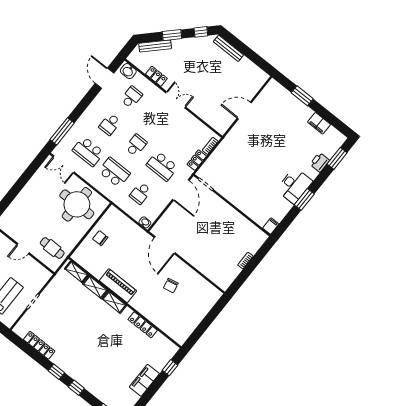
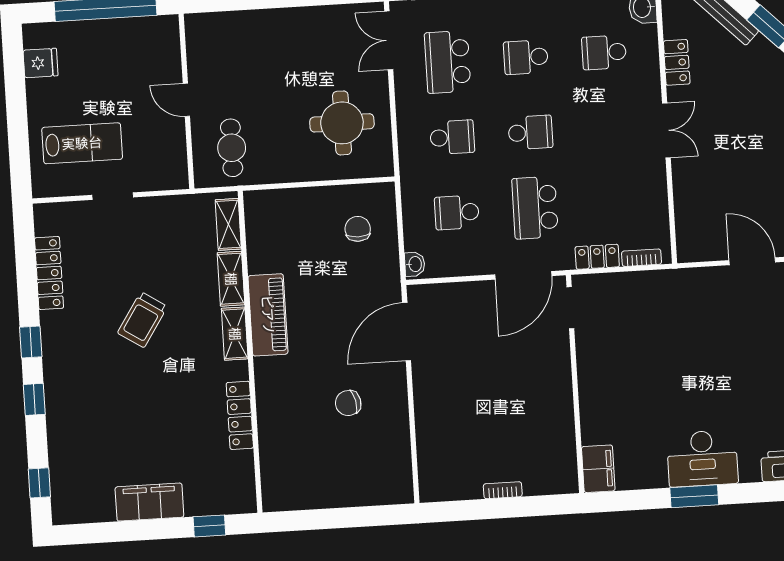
school desk: (132, 97) -> (604, 52), turned 180
school desk: (114, 172) -> (452, 137), width x0.54
round table: (77, 204) -> (342, 123), width x0.73, depth x0.73
filing cabinet: (271, 226) -> (598, 469), width x2.00
chair: (100, 238) -> (358, 229), moved
trolley: (82, 328) -> (142, 320), added

